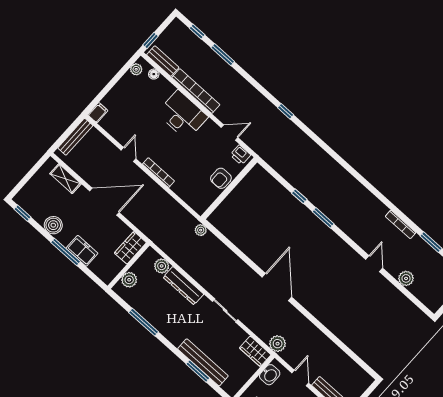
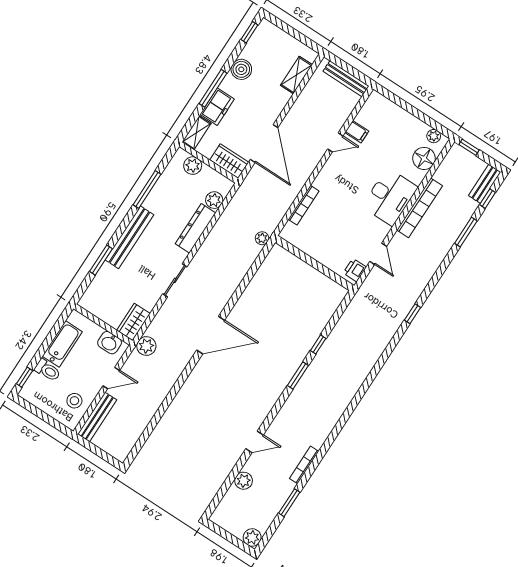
bench: (163, 61) -> (485, 184), moved
floor lamp: (154, 74) -> (424, 158), width x1.89, depth x1.89
filing cabinet: (98, 113) -> (357, 132), moved
bookcase: (159, 173) -> (304, 205), moved
armchair: (221, 178) -> (325, 252), removed
door: (104, 202) -> (264, 143), moved
shelving: (101, 272) -> (196, 133), added
bench: (203, 362) -> (129, 237), moved

